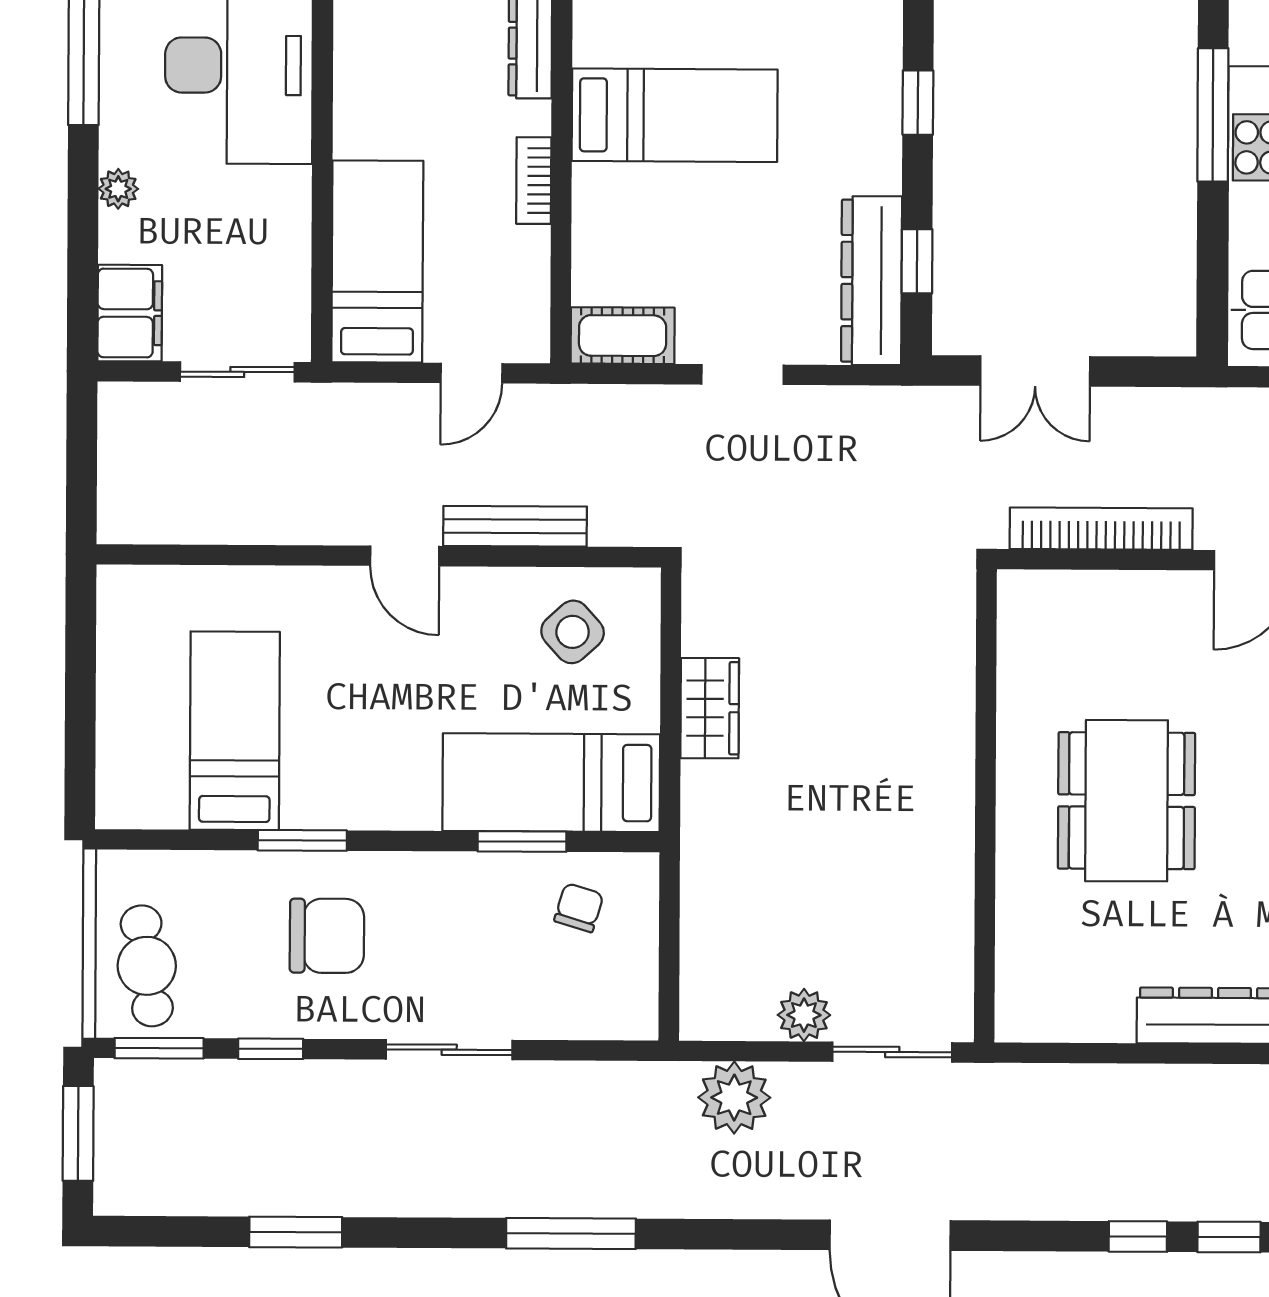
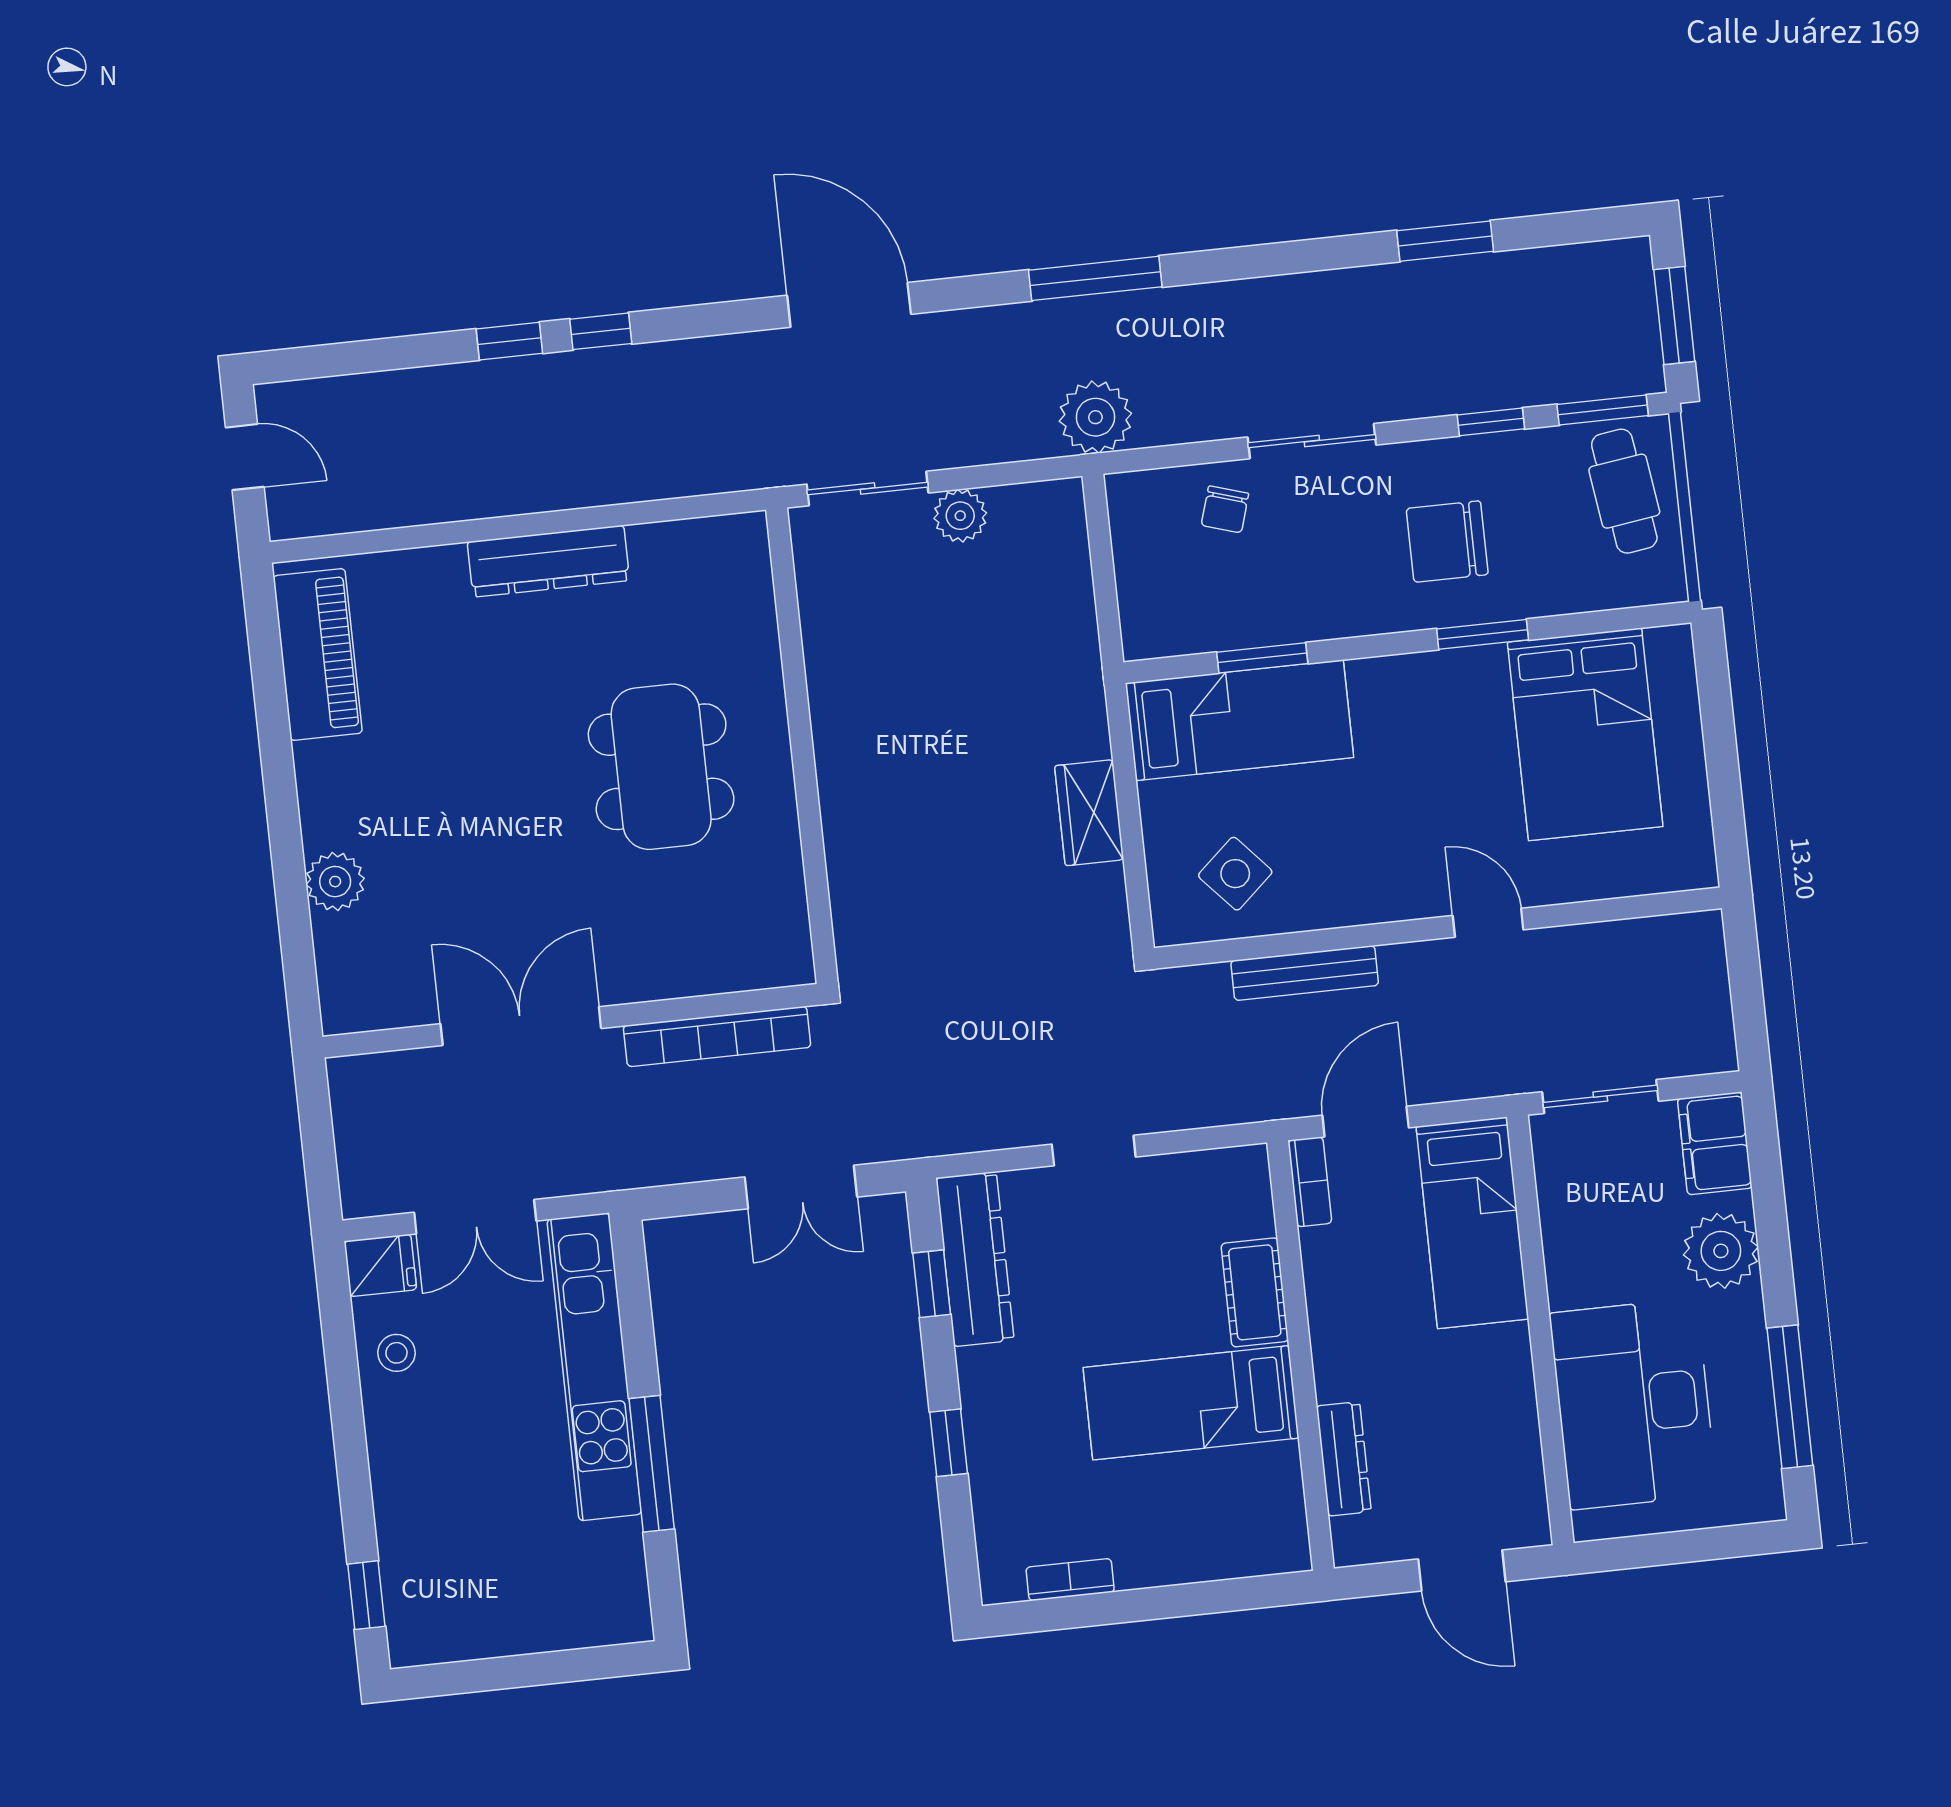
bookcase: (534, 181) -> (1310, 1182), moved
plant: (118, 189) -> (1721, 1251), width x1.88, depth x1.88
cot: (623, 336) -> (1255, 1292), moved, turned 90
double door: (1035, 371) -> (801, 1187), swing flipped
door: (471, 373) -> (1366, 1122), width x1.38
door: (405, 556) -> (1488, 923), moved
bed: (235, 731) -> (1585, 734), width x1.50
chair: (579, 908) -> (1225, 509), moved
plant: (734, 1098) -> (1095, 417), moved
window: (571, 1234) -> (1095, 278), moved

